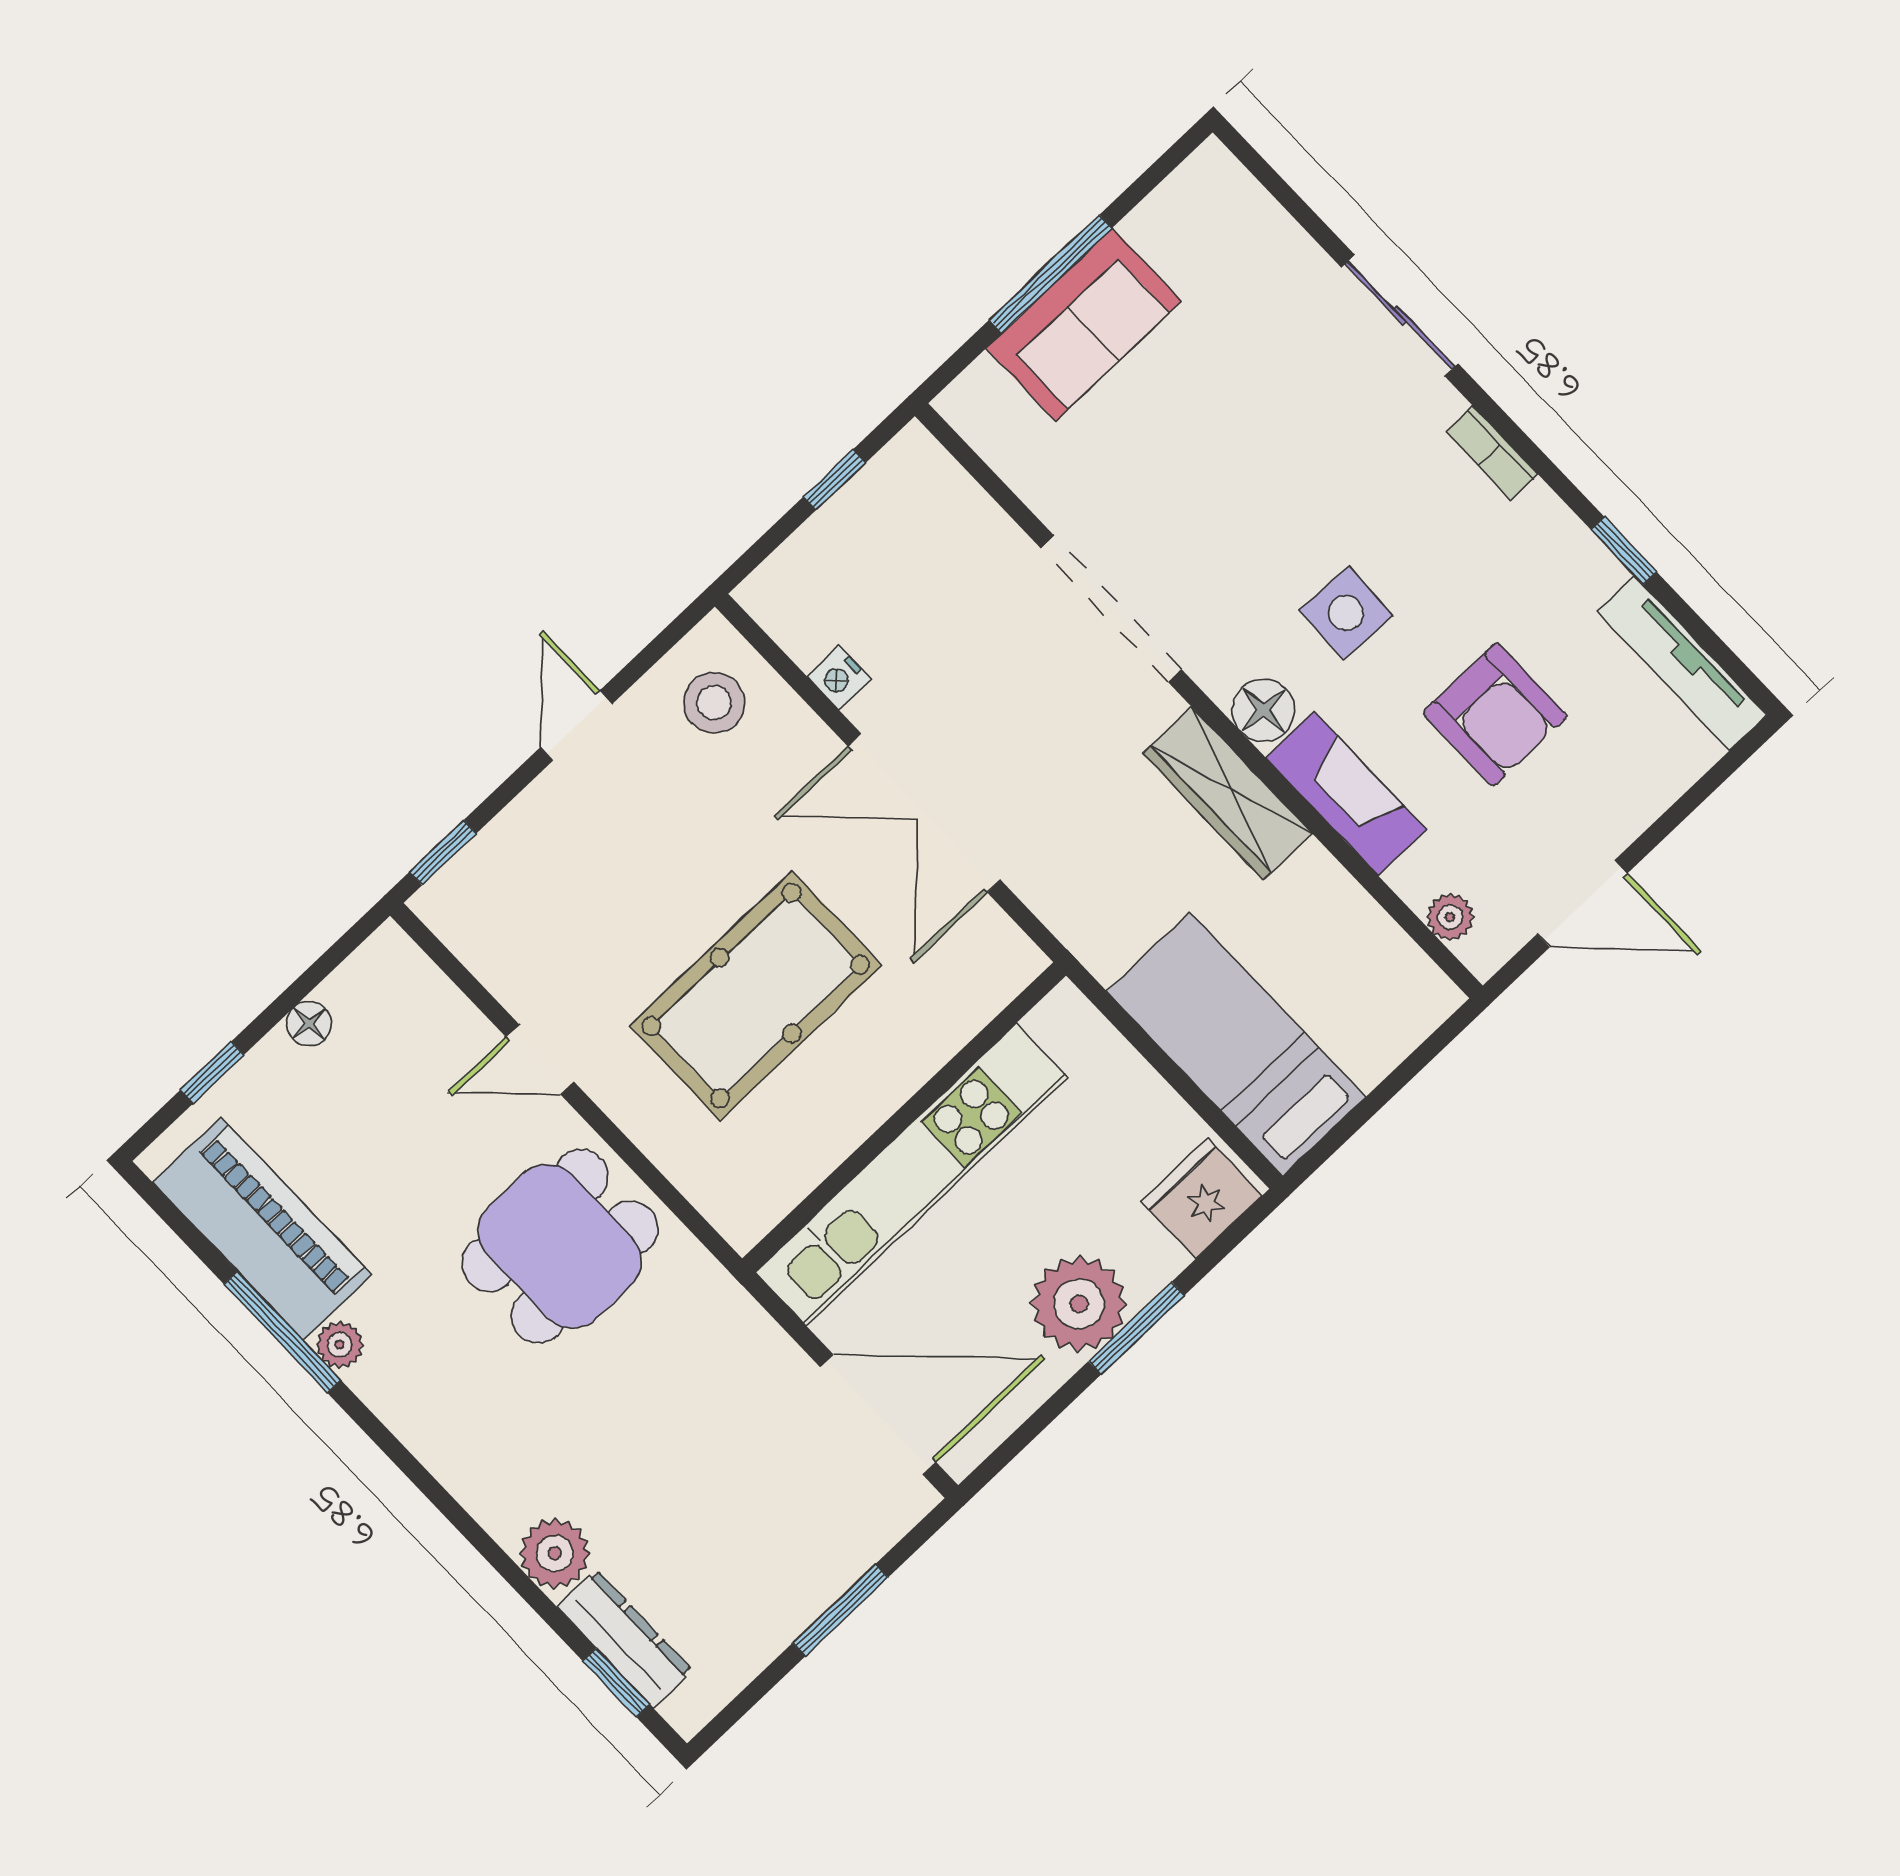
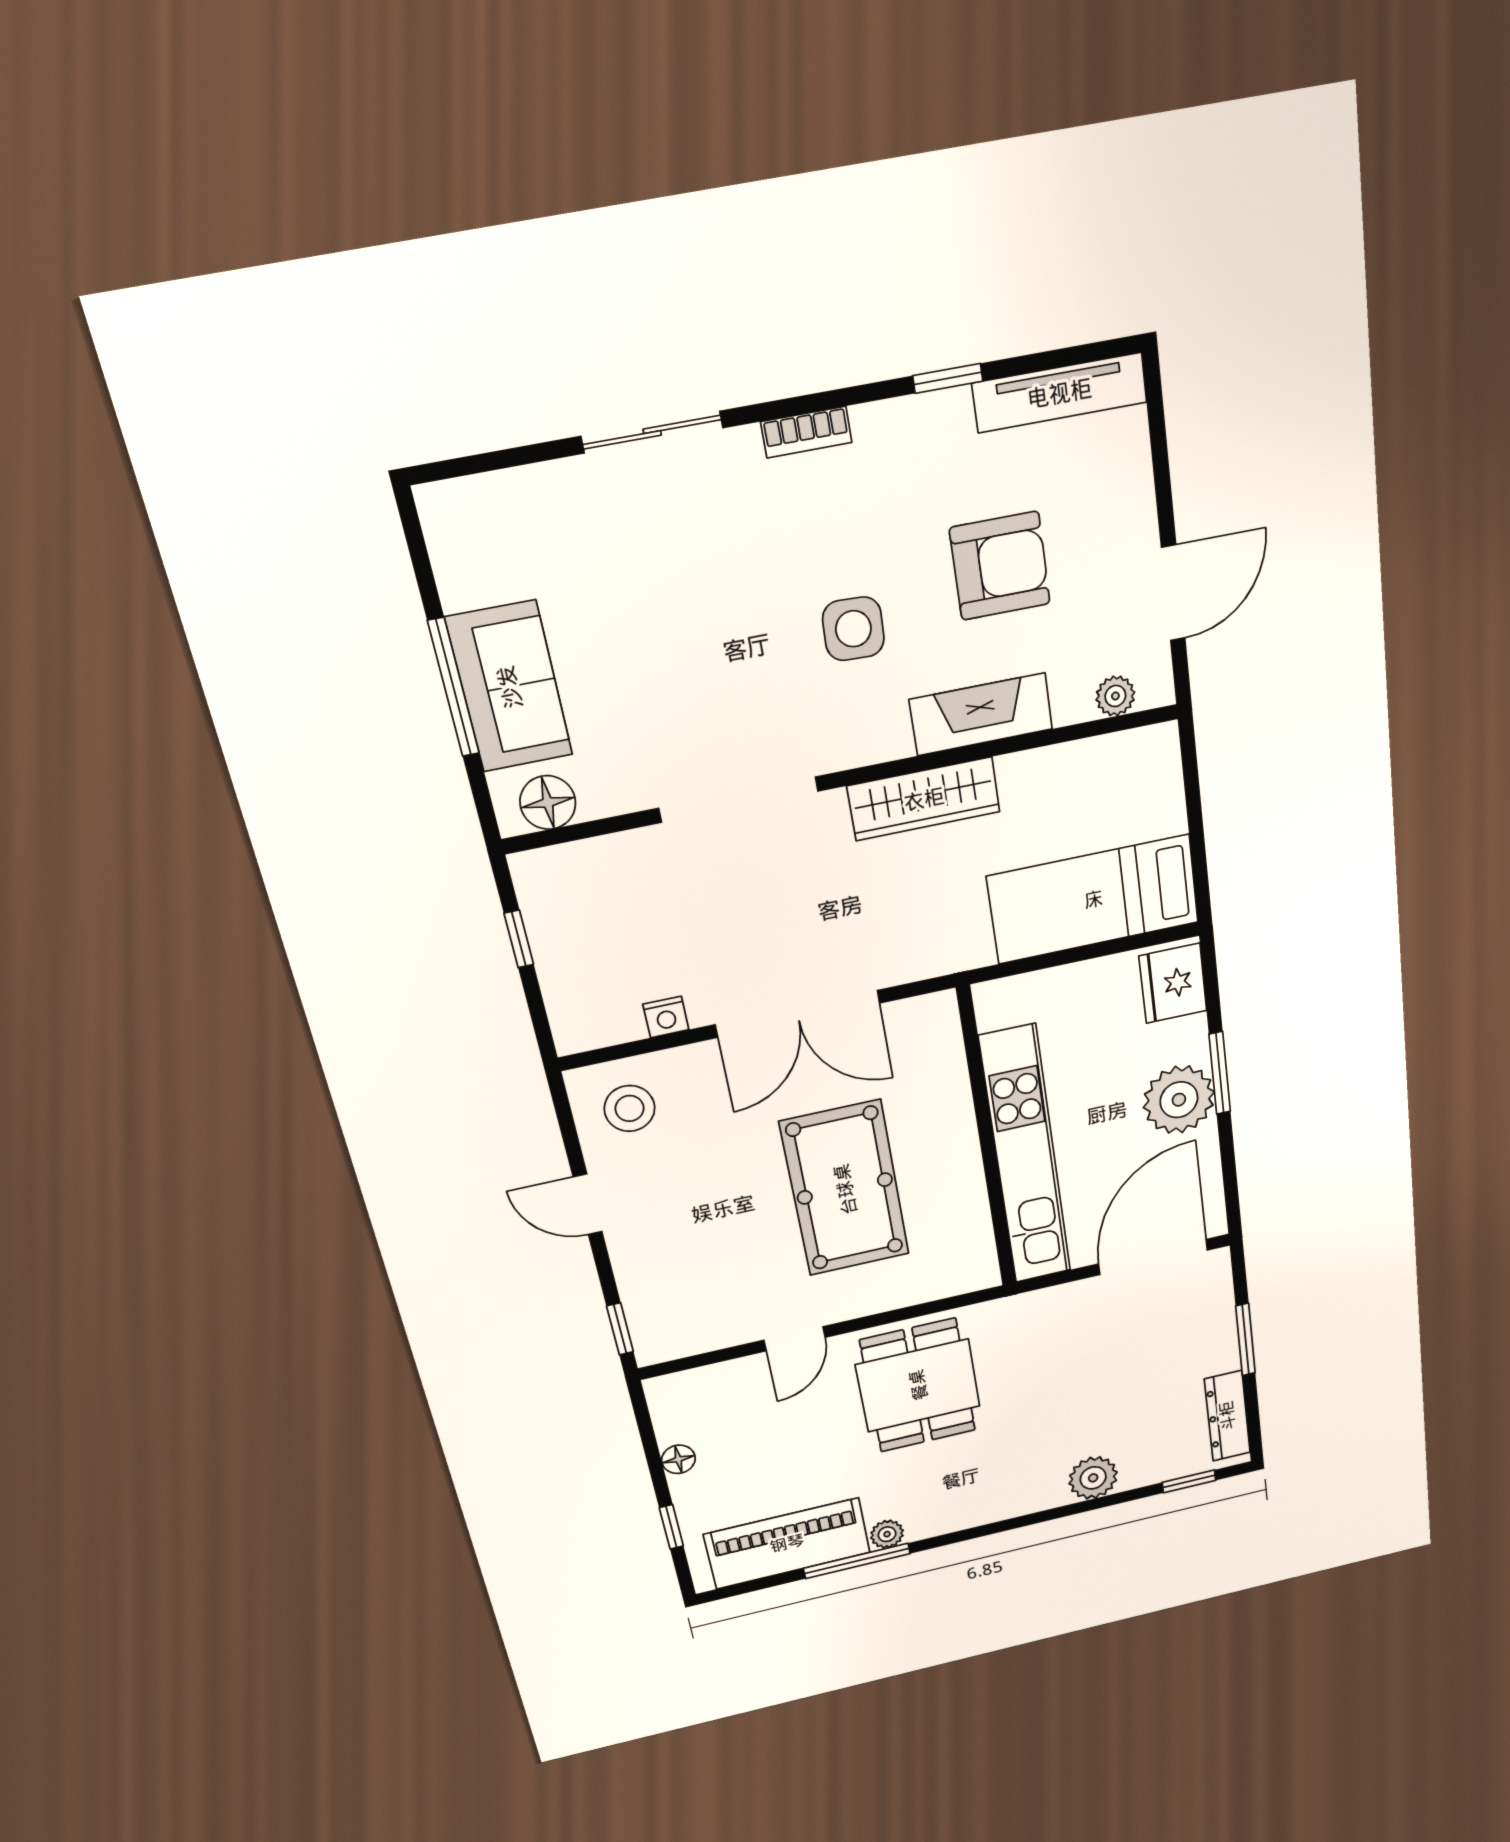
floor lamp: (1263, 710) -> (548, 802), moved
dresser: (625, 1639) -> (1227, 1416), moved, turned -90

